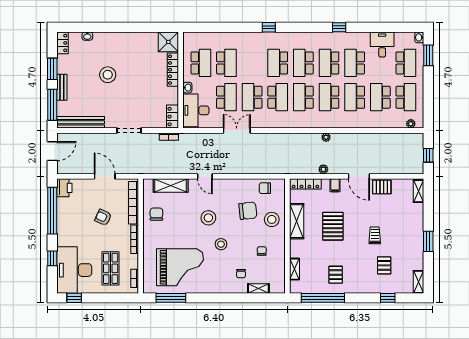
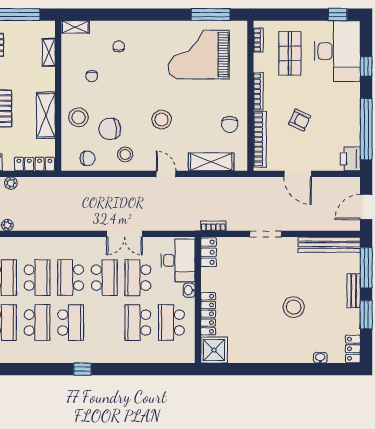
stool: (221, 244) -> (125, 155), moved
shelving: (258, 288) -> (75, 27), moved

